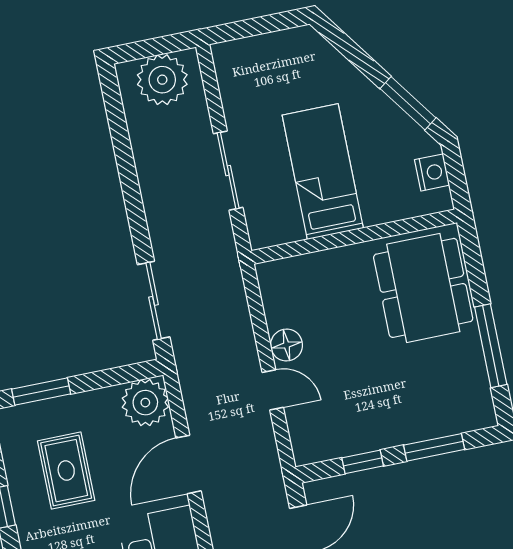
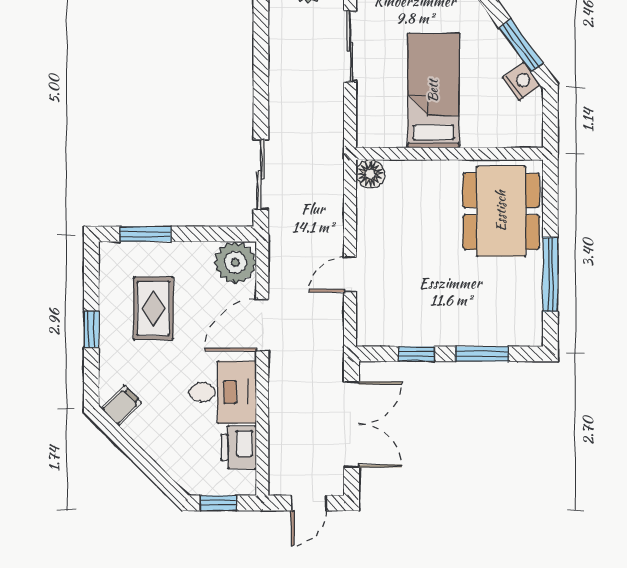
sliding door: (228, 171) -> (350, 46), moved
nightstand: (432, 172) -> (521, 82), moved, turned -36
floor lamp: (287, 345) -> (370, 174), moved
door: (273, 390) -> (350, 274), swing flipped

